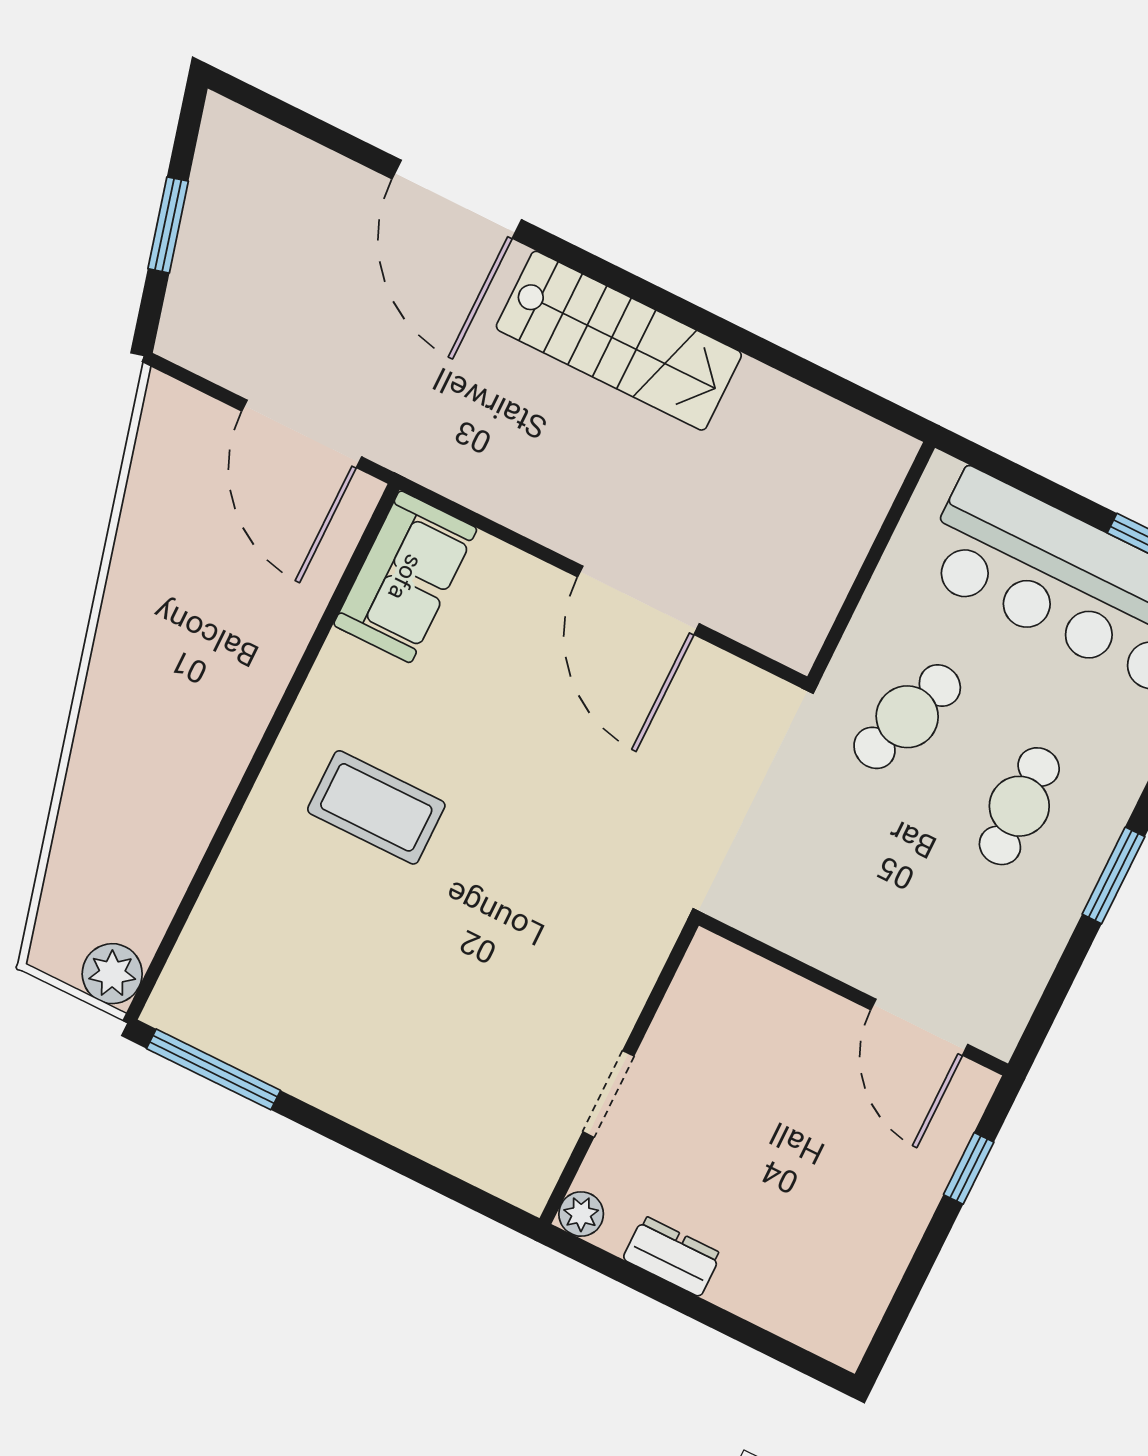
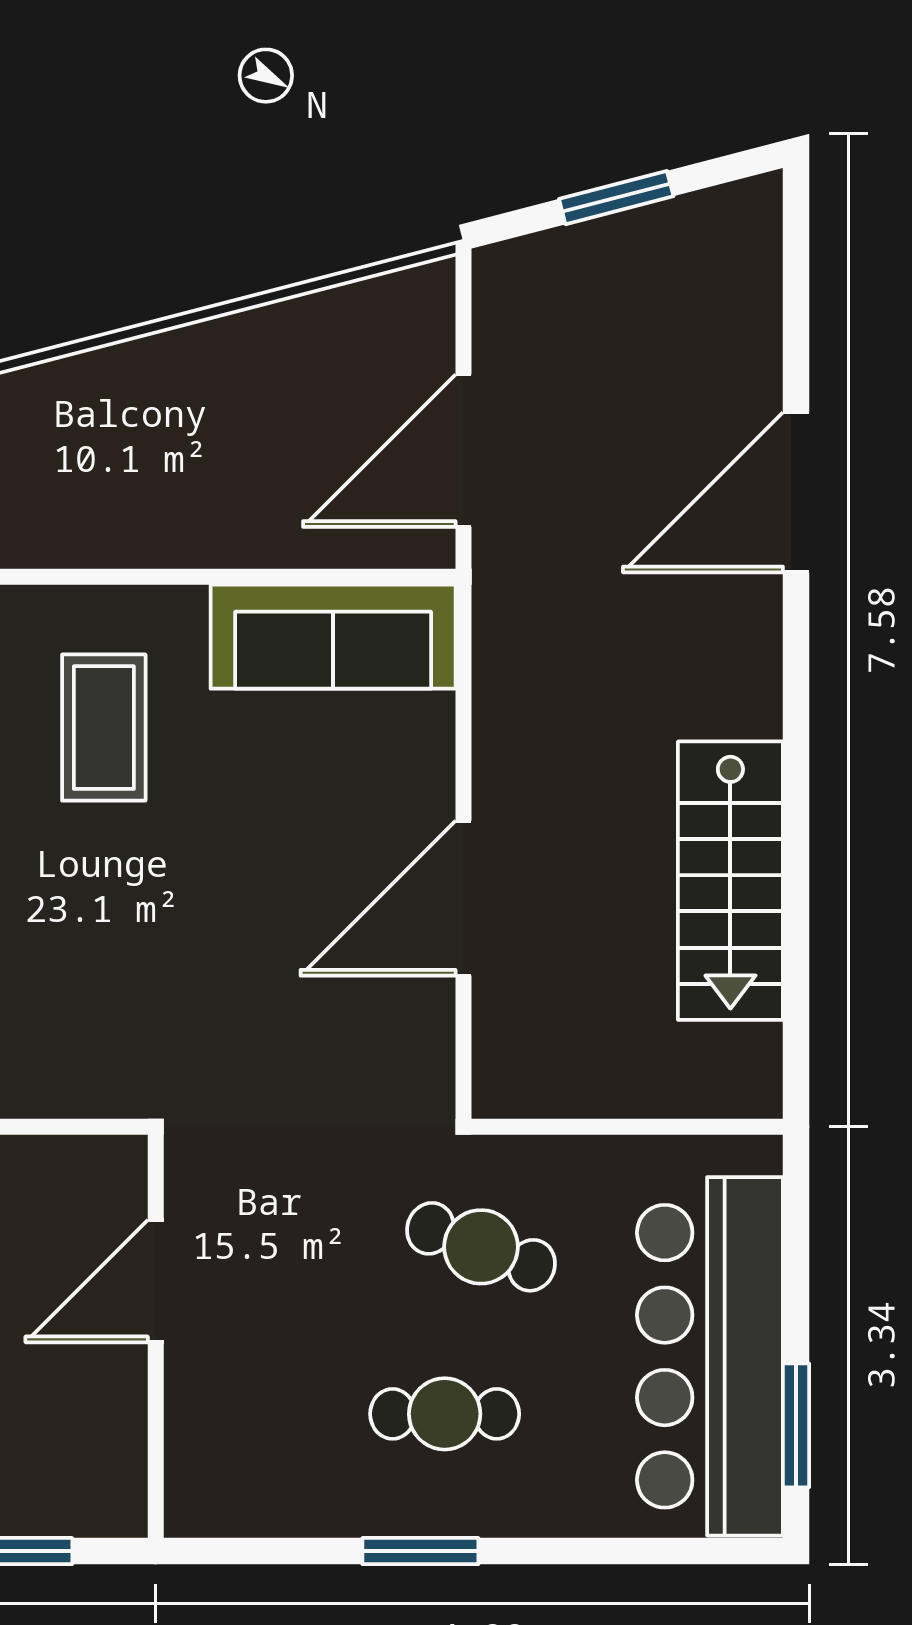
stairs: (619, 341) -> (730, 881), moved
sofa: (405, 577) -> (333, 637), width x1.36
door: (919, 1027) -> (156, 1281), moved

